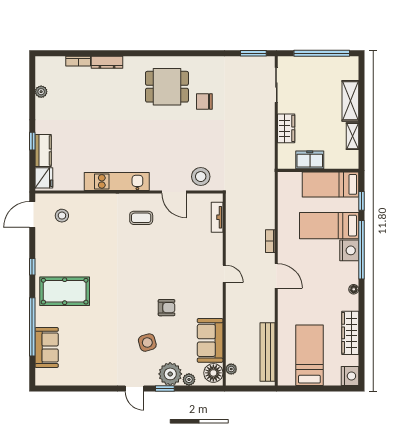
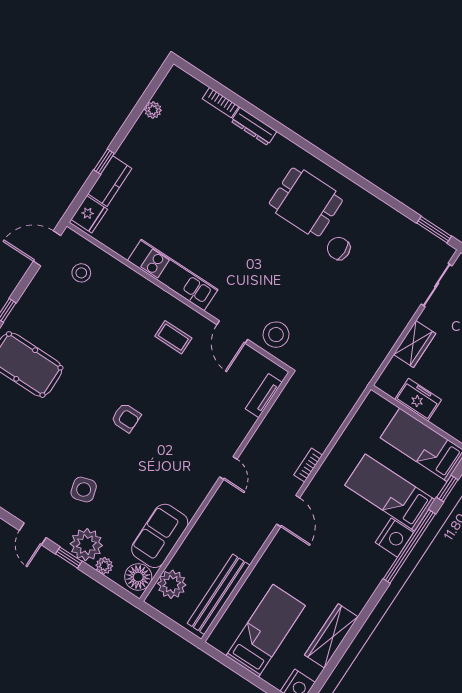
floor lamp: (354, 289) -> (369, 587), removed
armchair: (167, 308) -> (126, 418), moved
plant: (231, 369) -> (172, 584), width x1.87, depth x1.87

